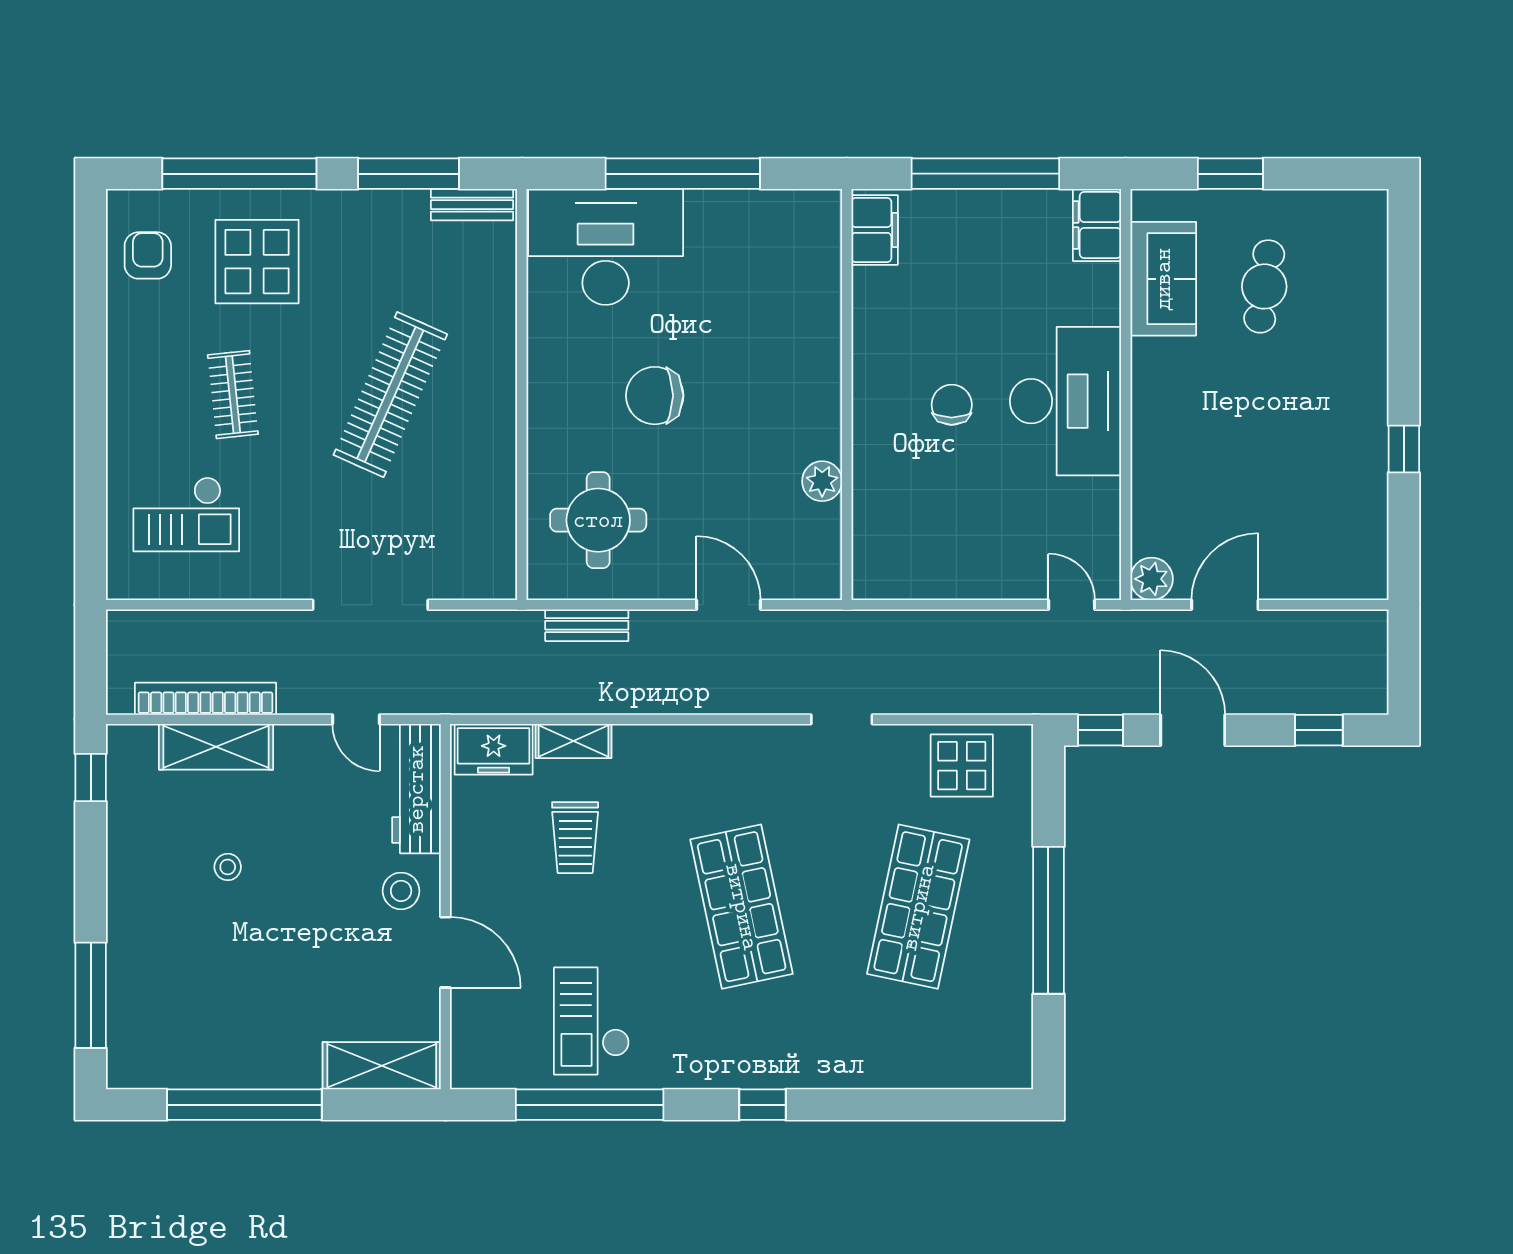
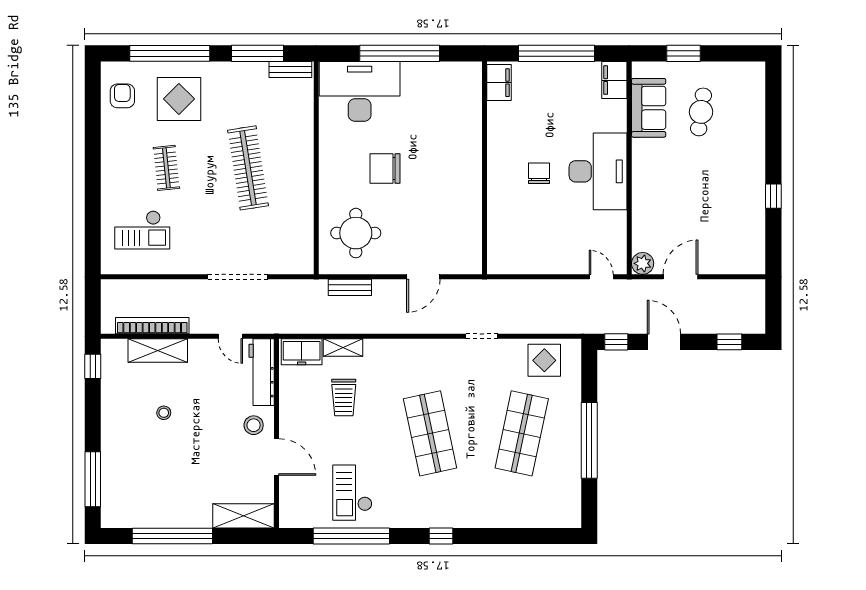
clothes rail: (390, 395) -> (248, 168), turned -33
plant: (822, 481) -> (472, 213), removed
door: (729, 605) -> (423, 277), swing flipped

